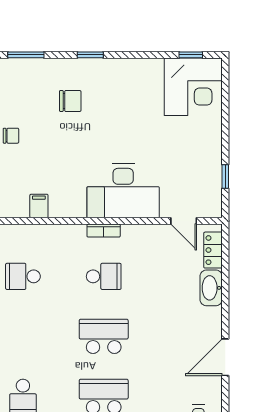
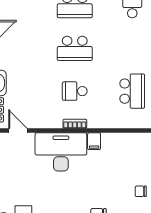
filing cabinet: (39, 206) -> (94, 141), moved
school desk: (23, 276) -> (132, 91), width x1.85

